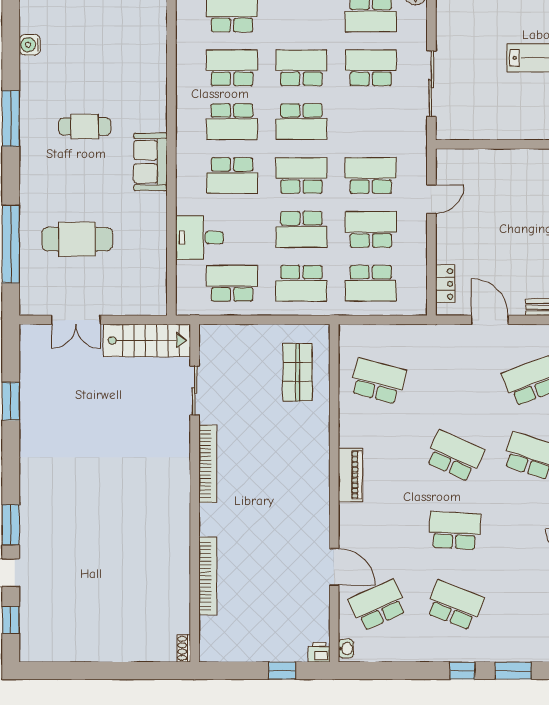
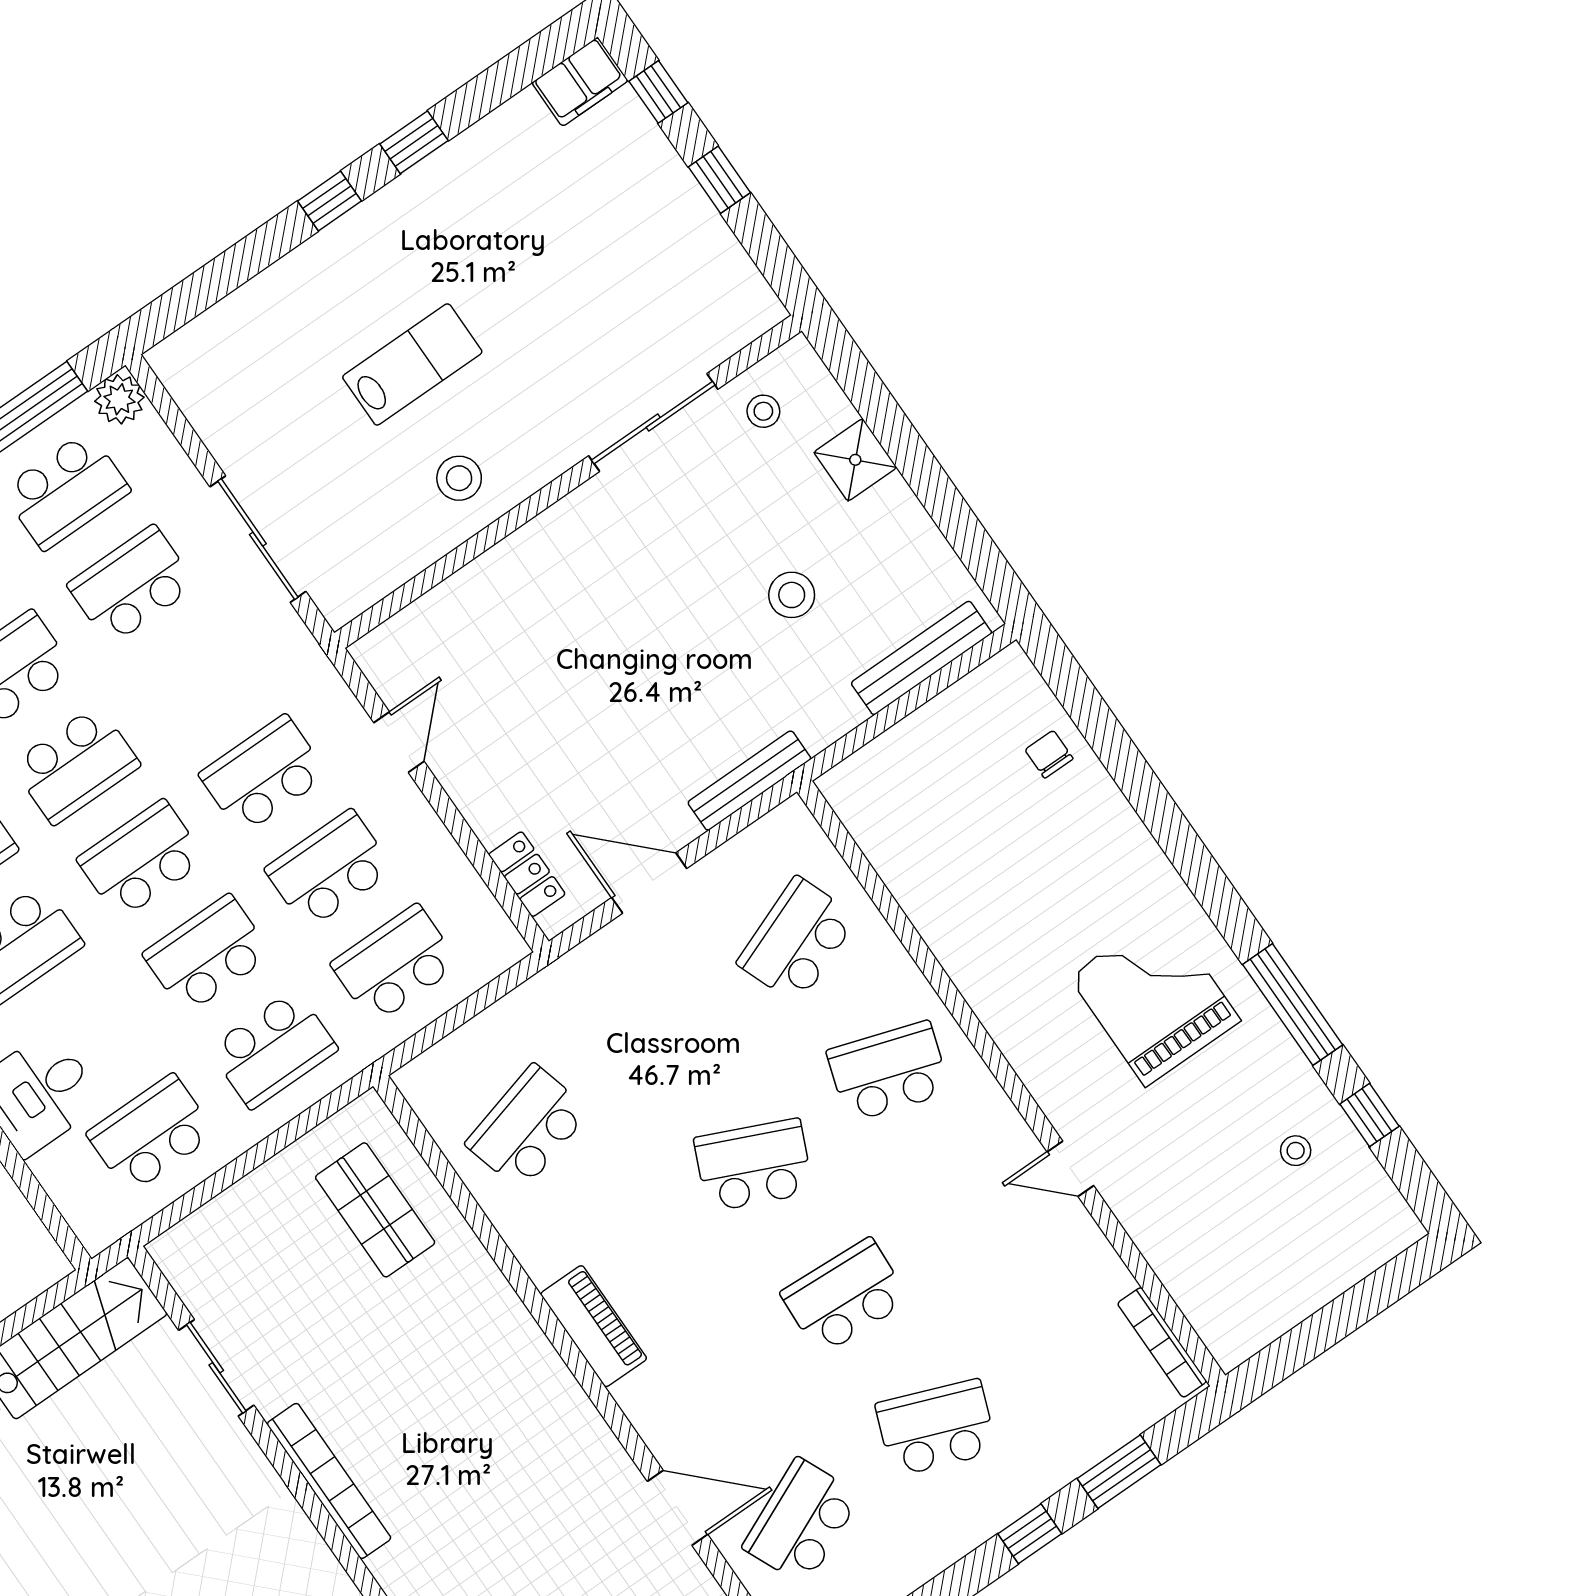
stool: (525, 114) -> (459, 478), added
school desk: (301, 229) -> (207, 954), turned 180
school desk: (371, 283) -> (395, 964), turned 180
school desk: (378, 381) -> (528, 1127), turned -30

